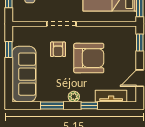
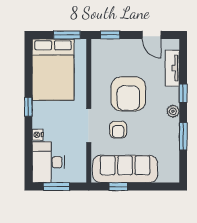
armchair: (58, 49) -> (118, 130), turned 90
armchair: (89, 58) -> (128, 94), turned 180
sofa: (24, 74) -> (125, 169), moved

